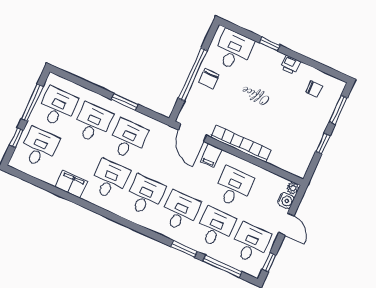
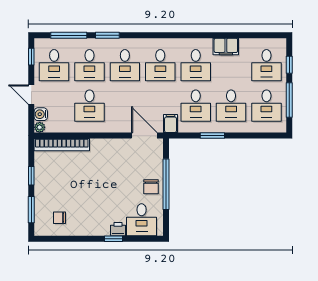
printer: (290, 65) -> (118, 229), moved
chair: (209, 79) -> (151, 187), turned 180
bookcase: (241, 144) -> (62, 145), moved
filing cabinet: (211, 156) -> (171, 123), moved

